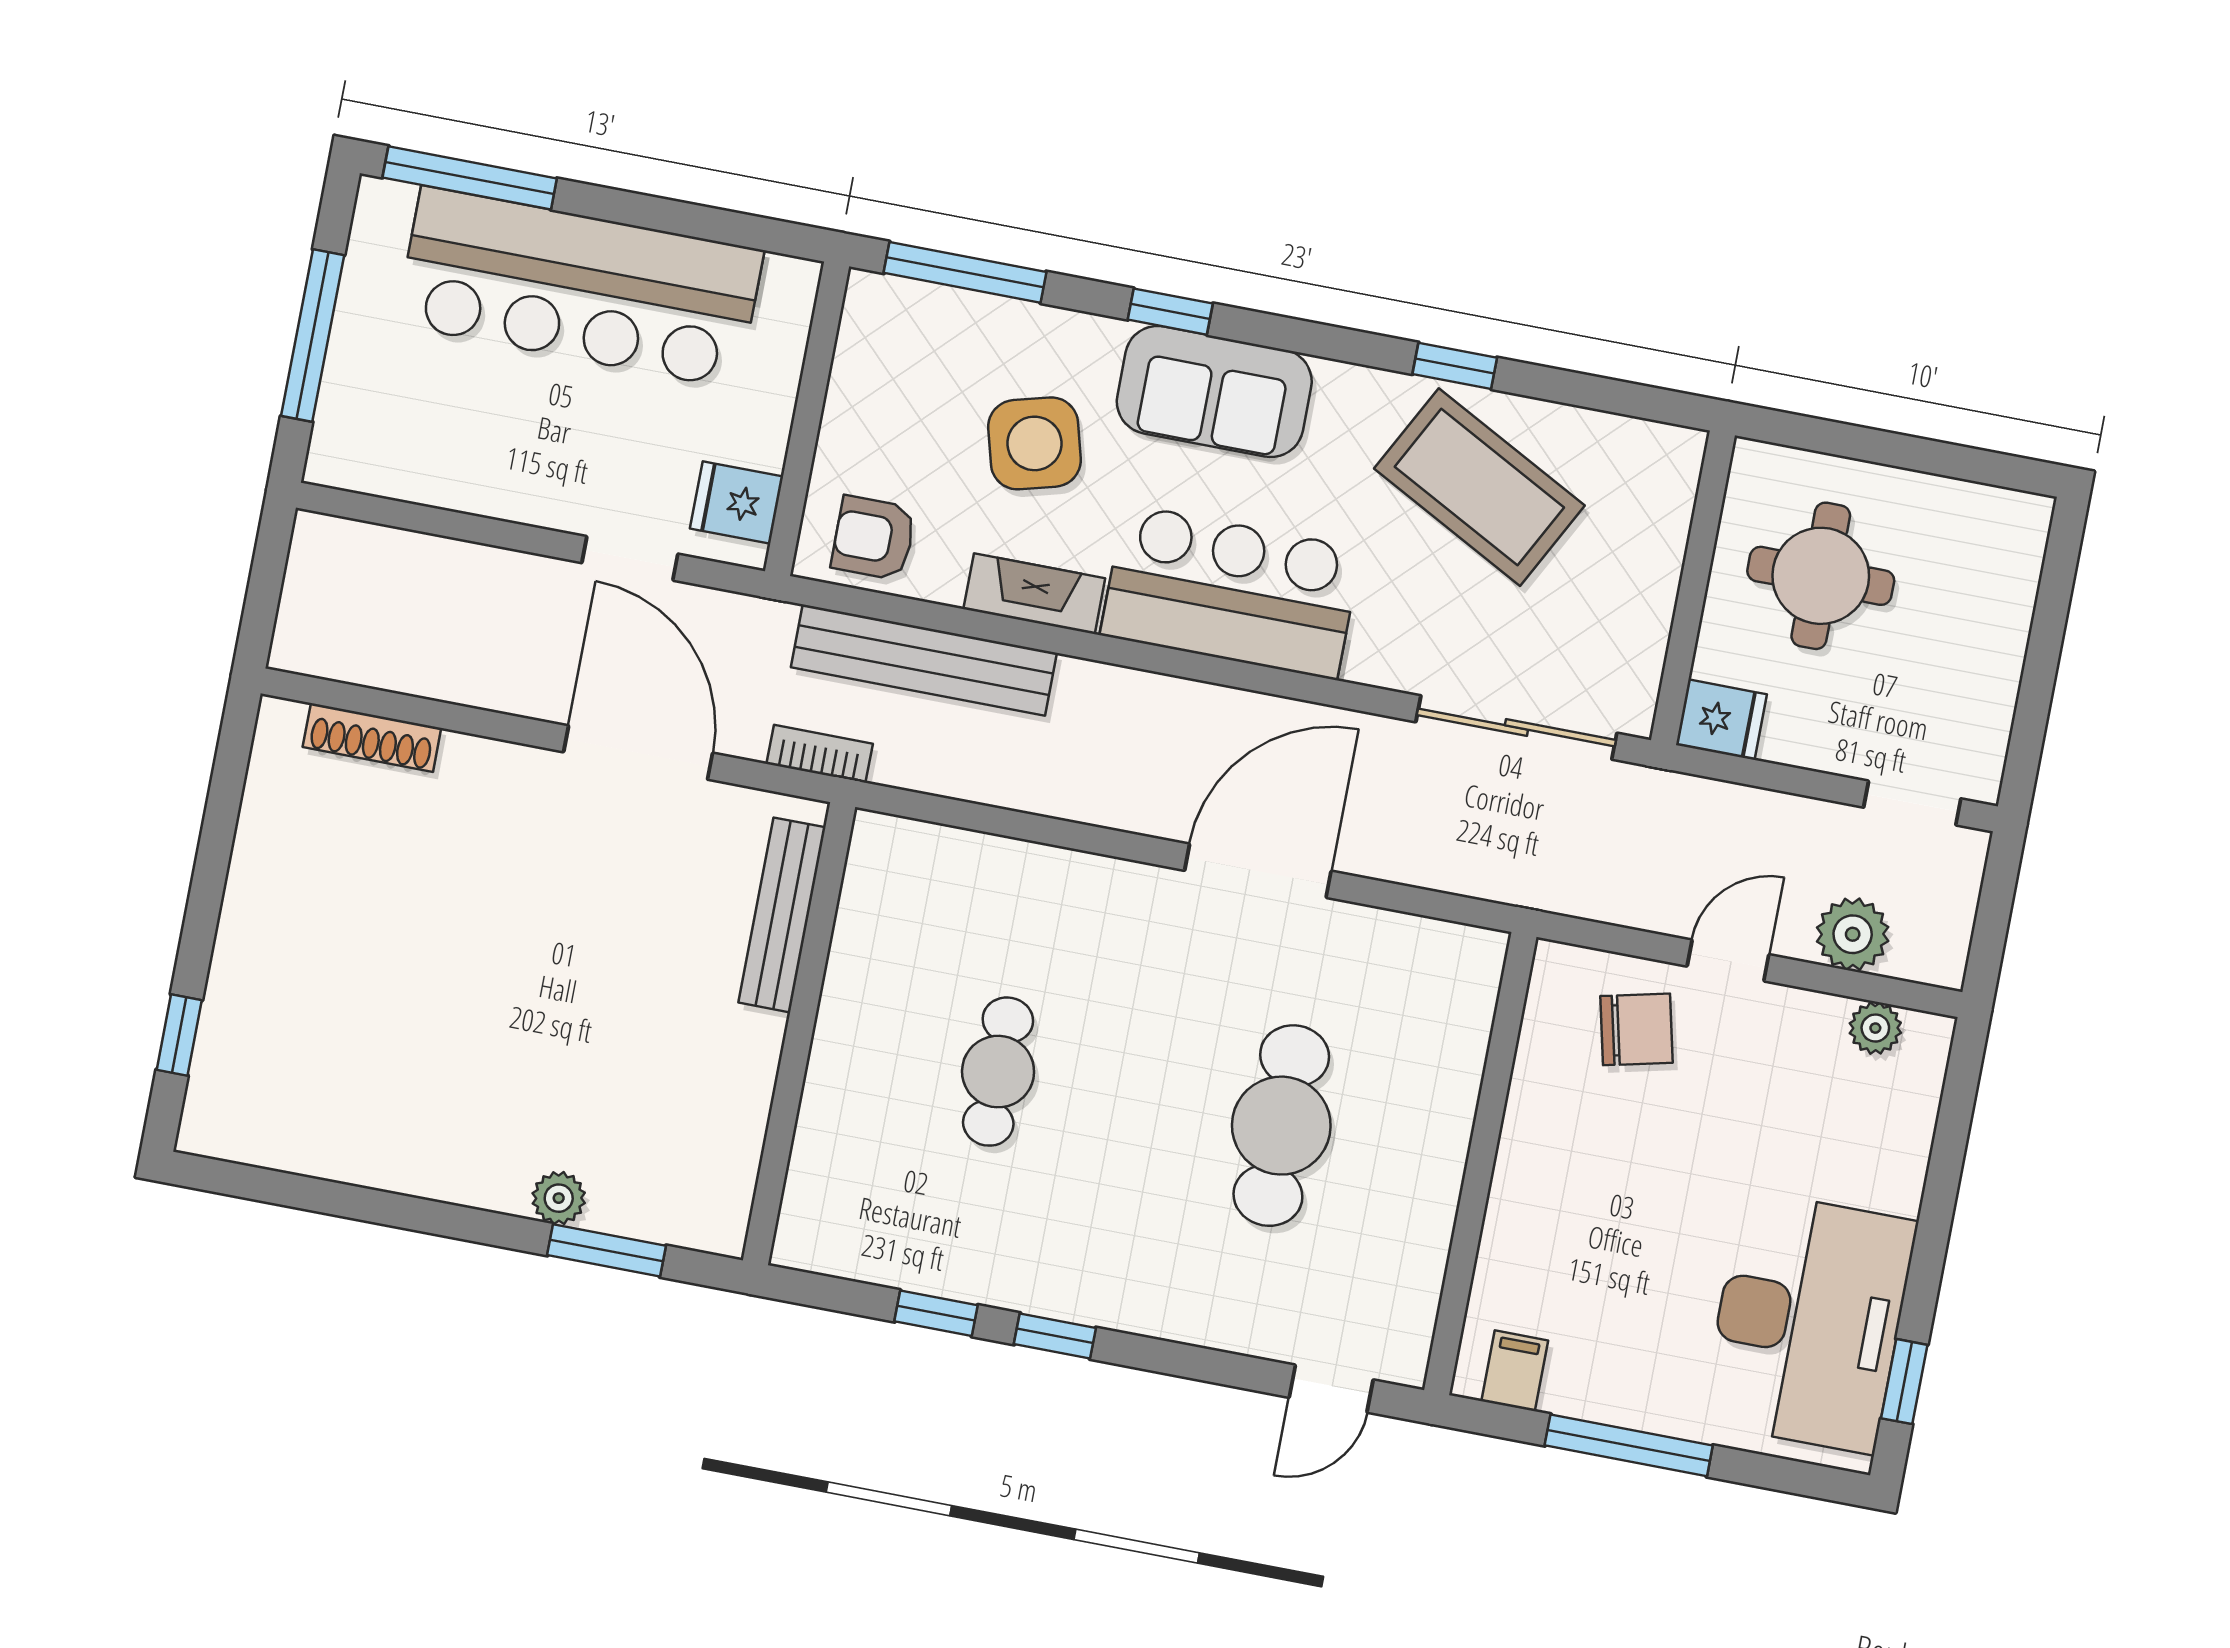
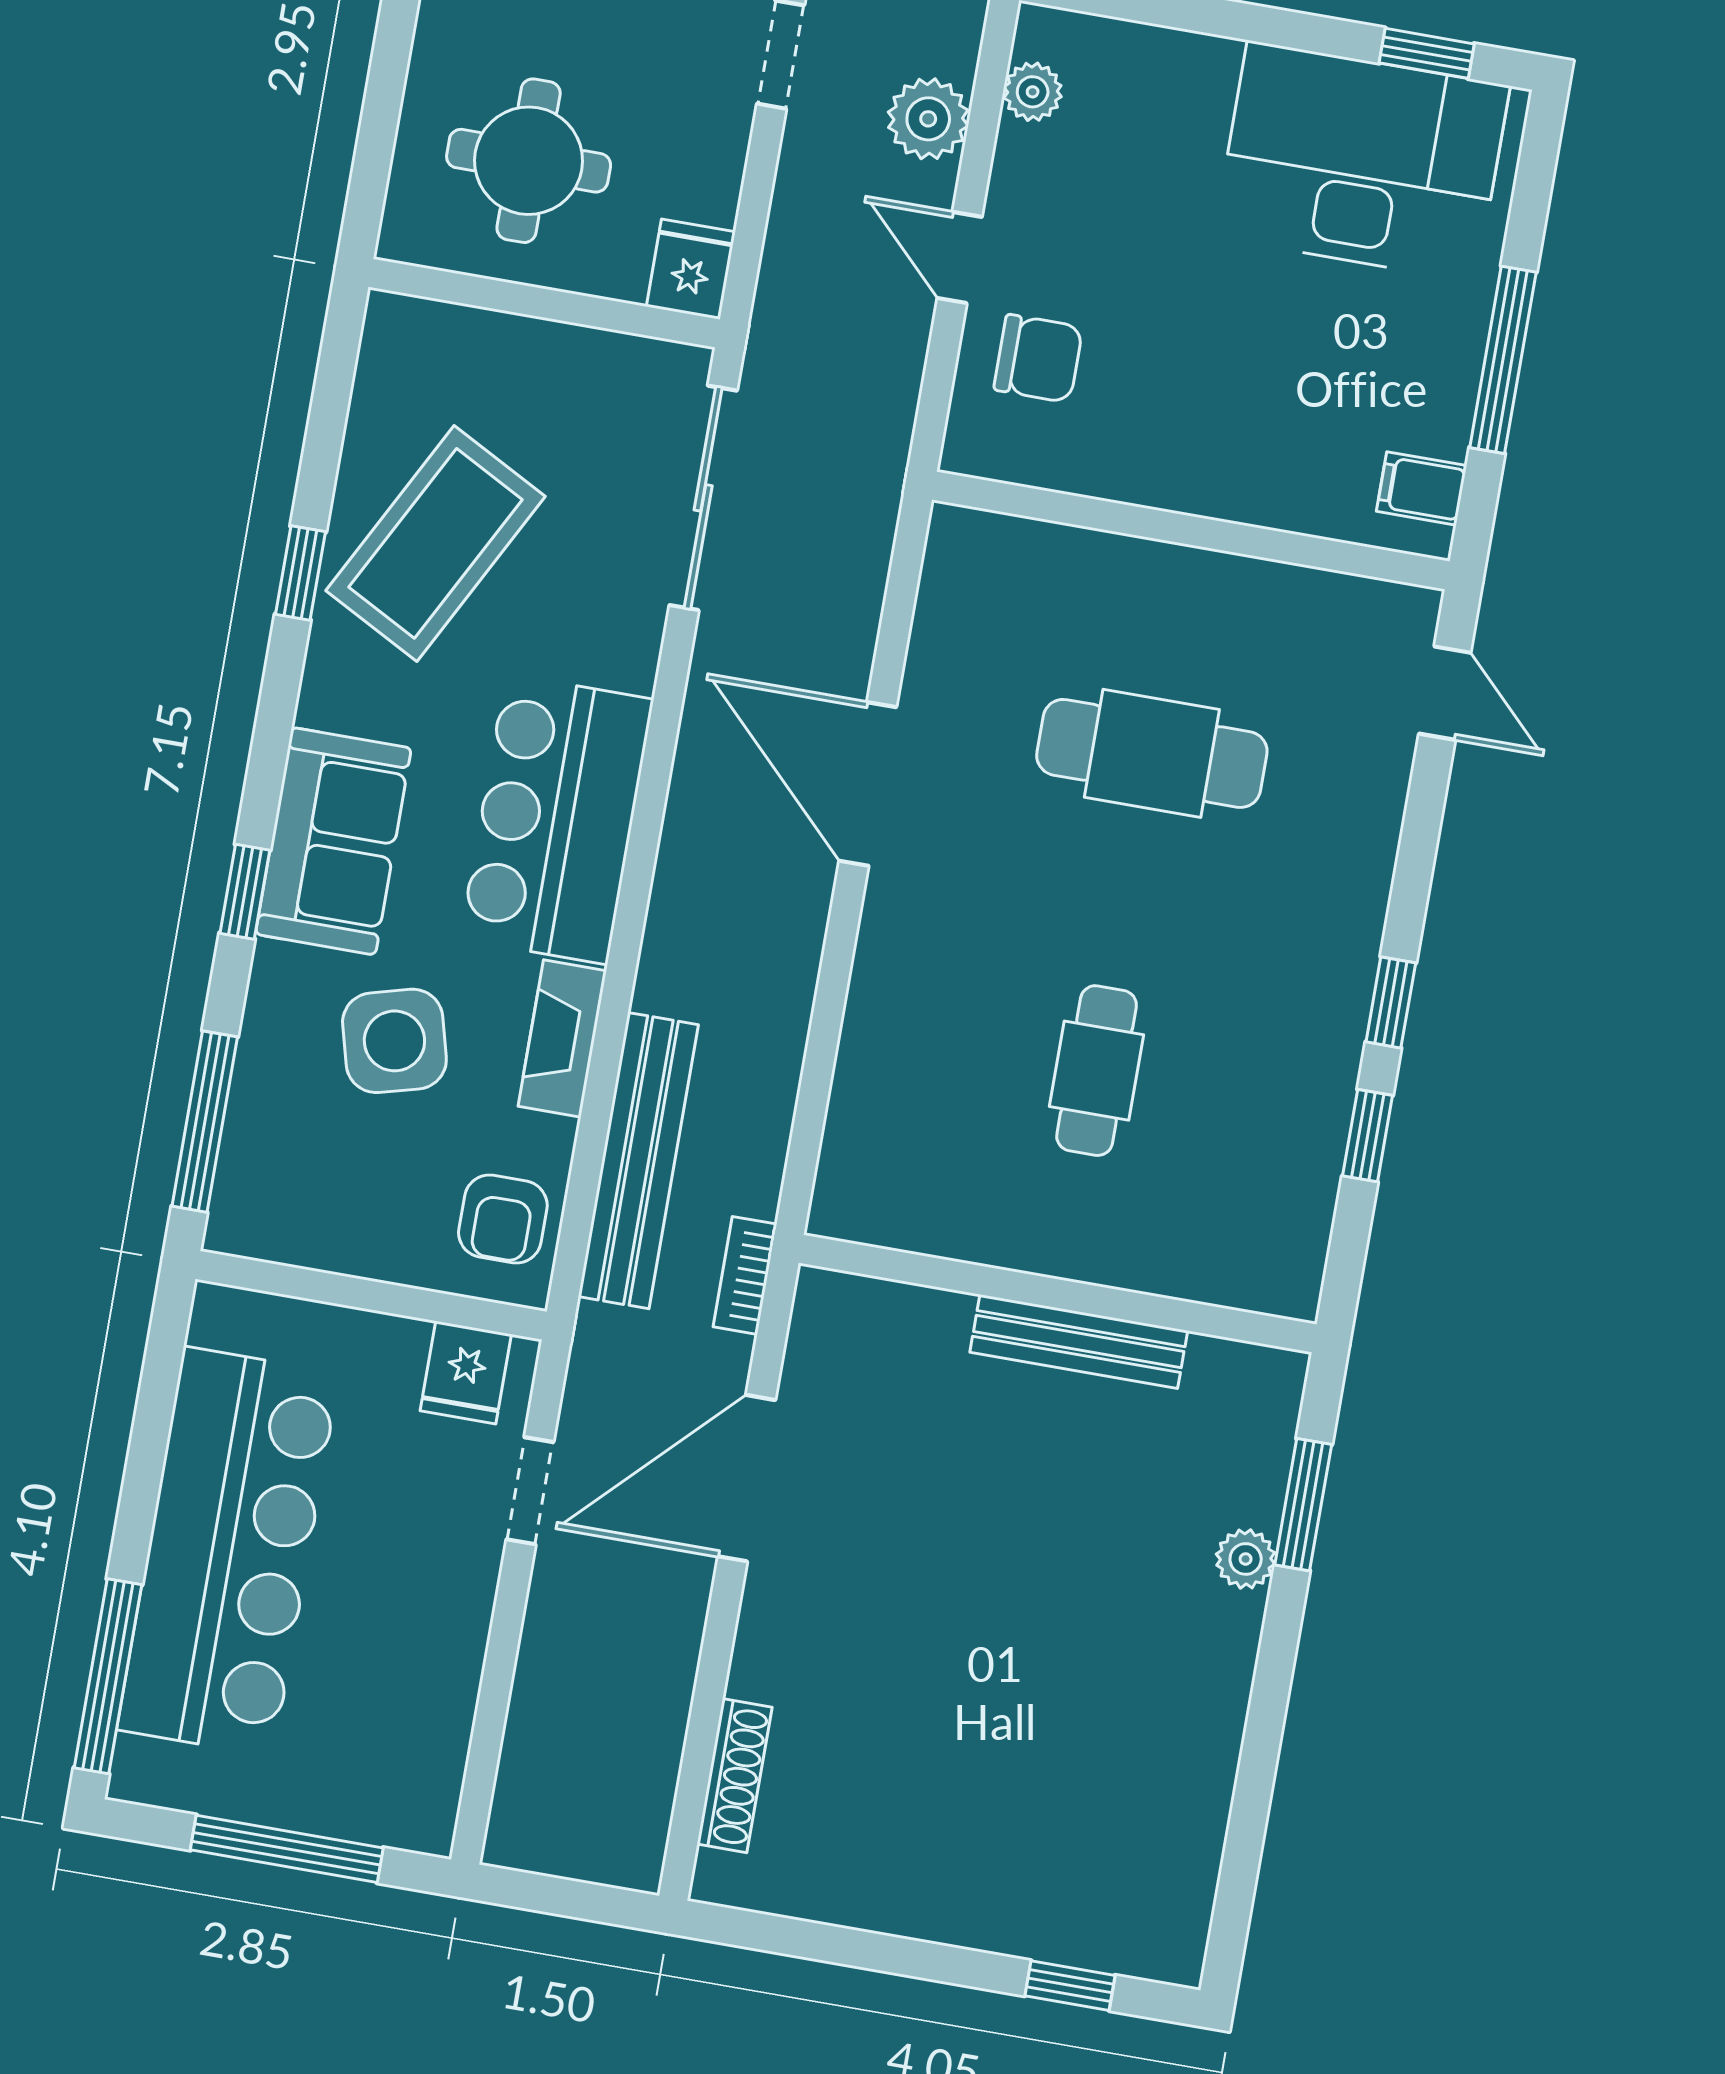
bench: (782, 915) -> (1079, 1342), moved
chair: (1637, 1029) -> (1038, 358), turned 103
cafe table: (998, 1072) -> (1097, 1071), turned 90

